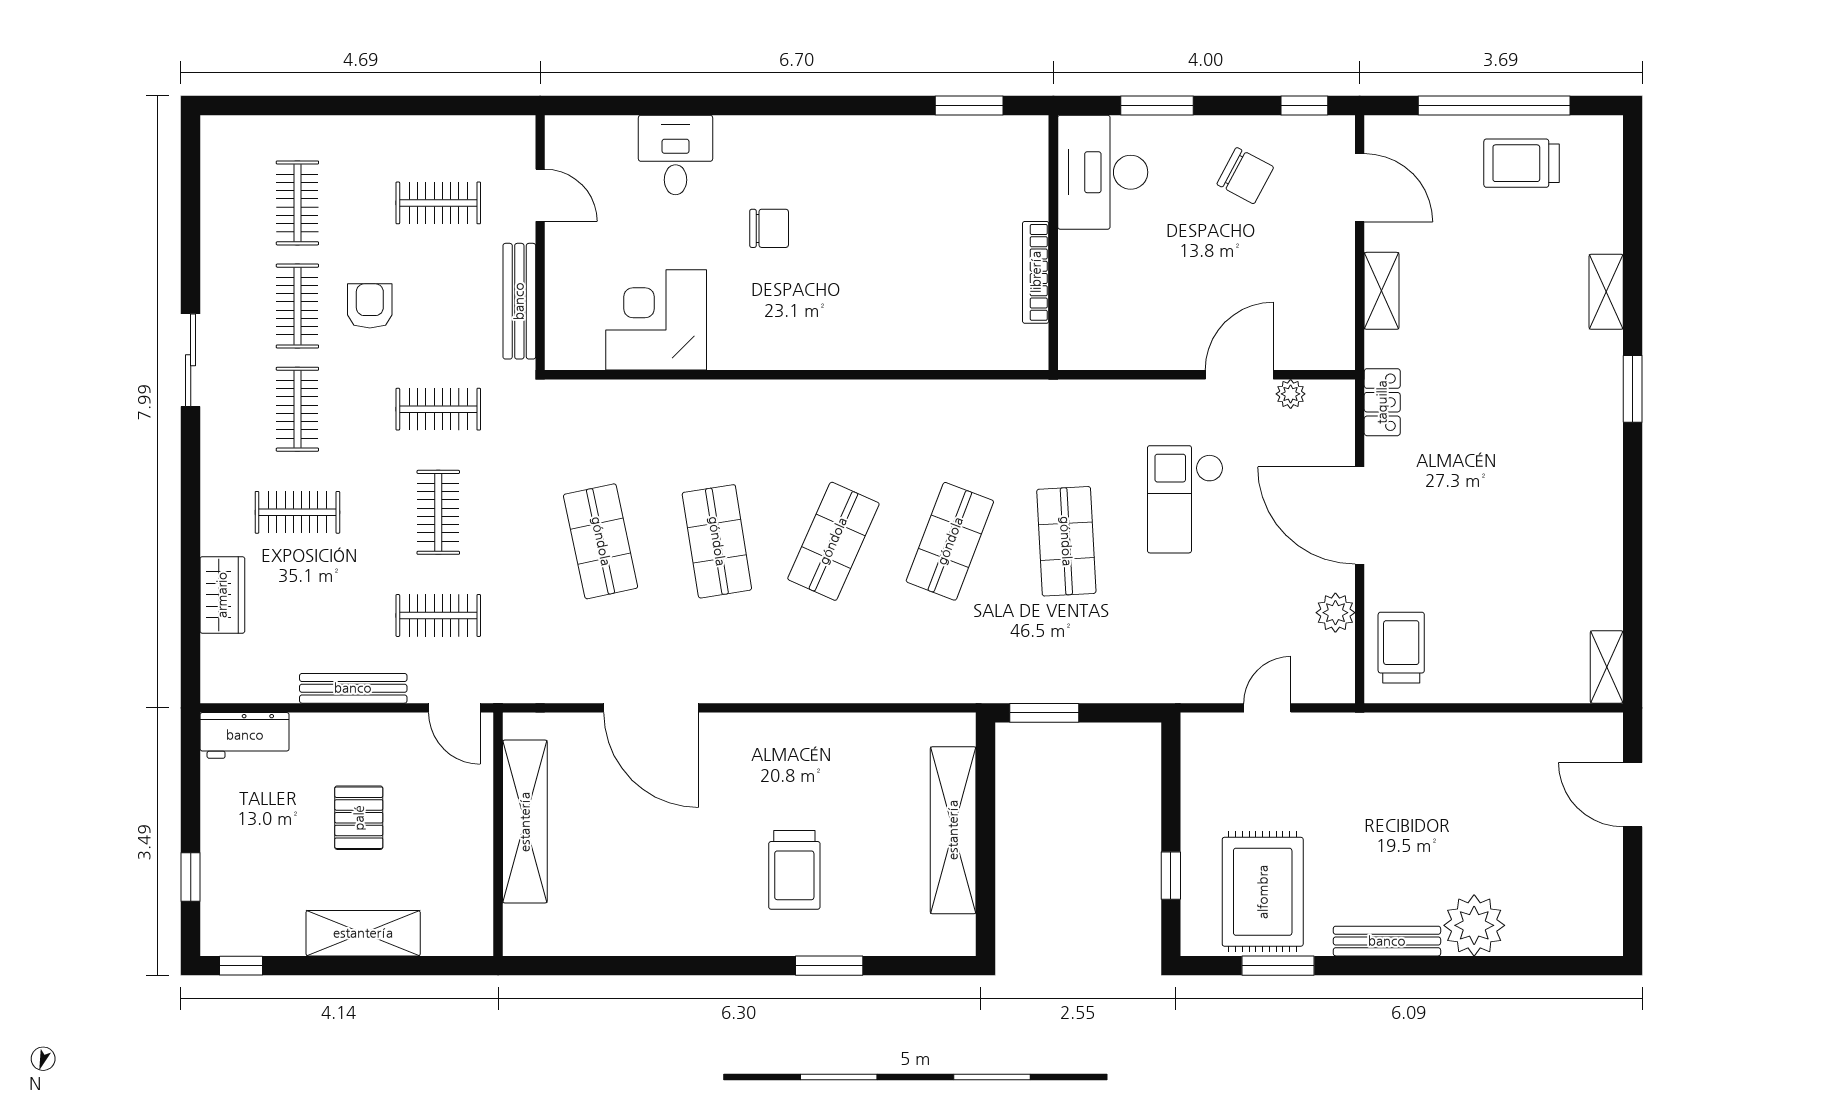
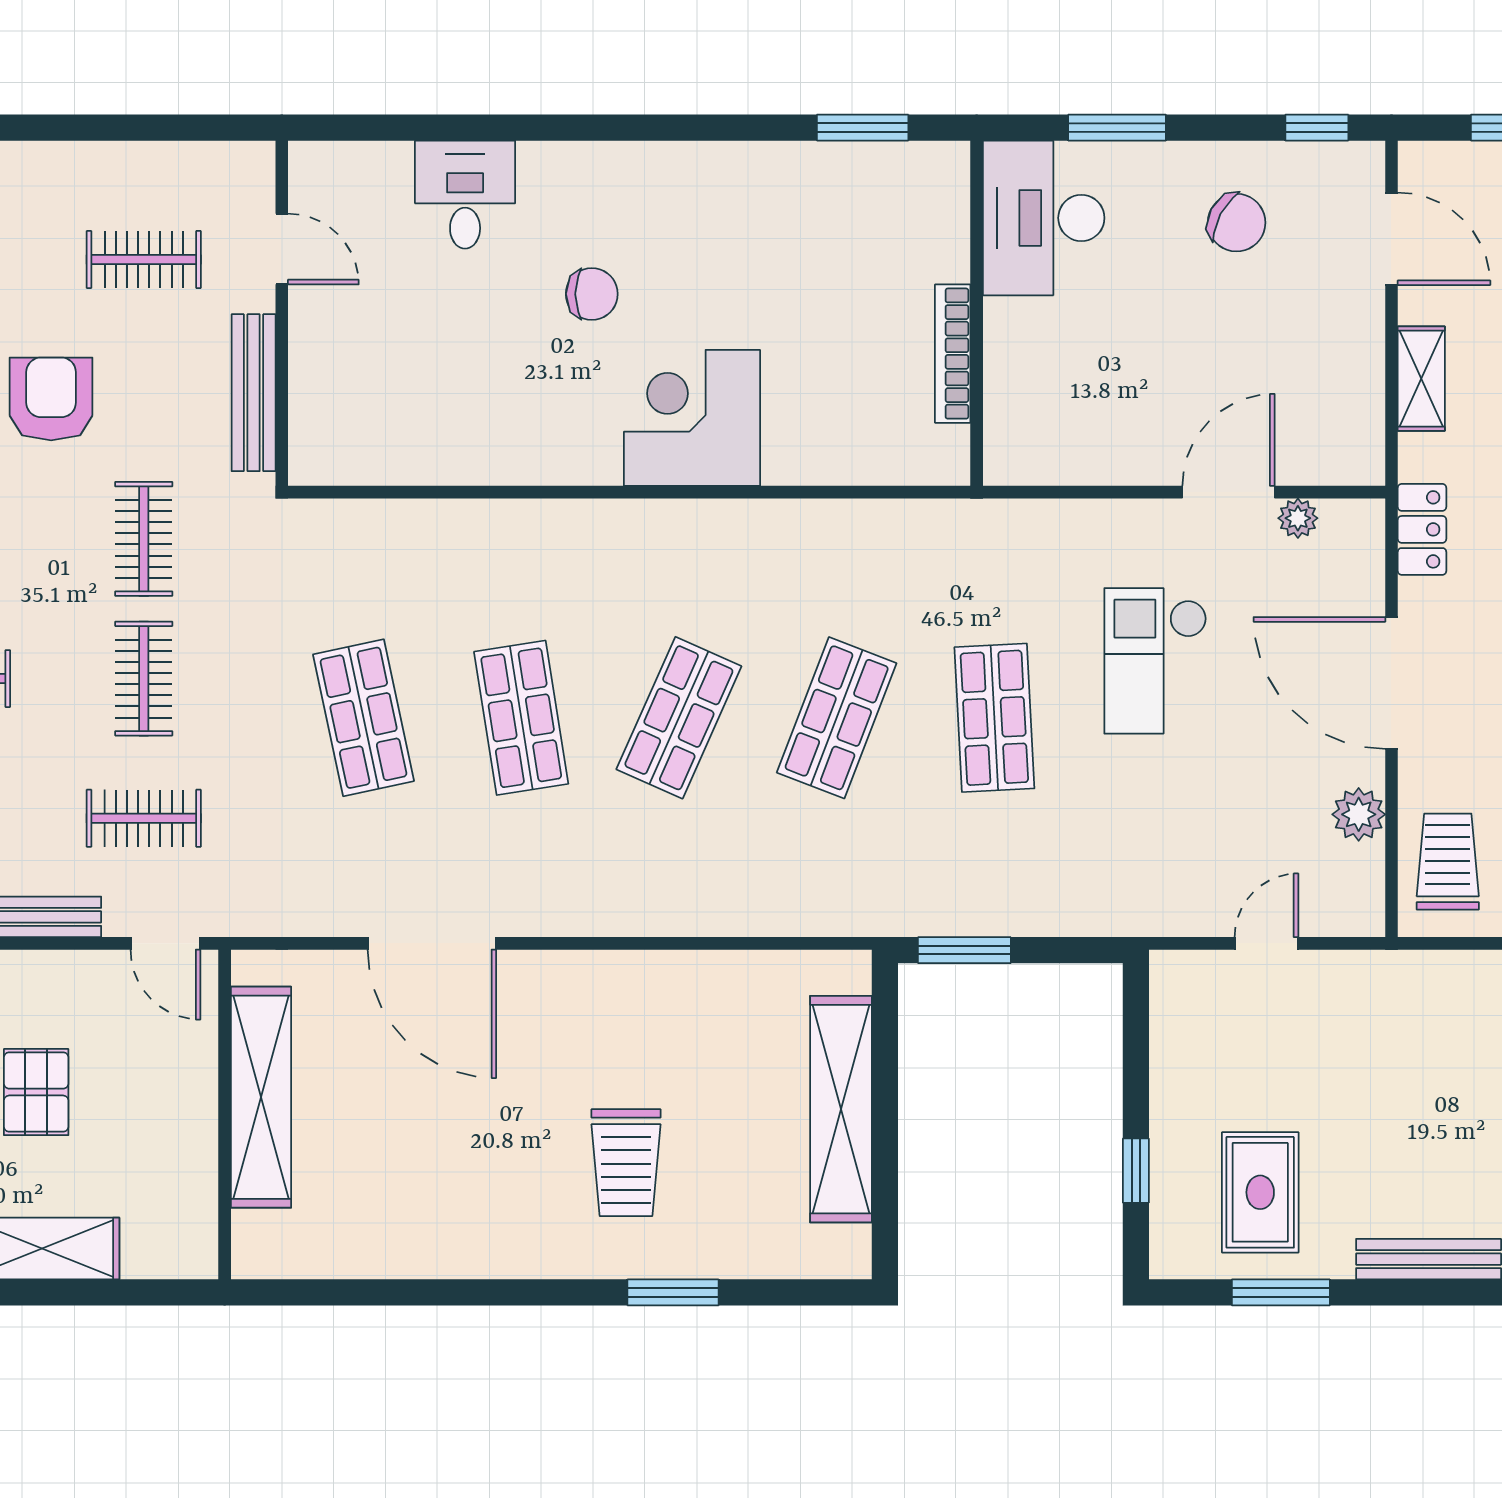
armchair: (370, 306) -> (51, 399), width x1.38, depth x1.38
corner desk: (656, 320) -> (692, 418), moved
clothes rail: (438, 409) -> (144, 539), turned 90
rug: (1263, 892) -> (1260, 1192), width x0.73, depth x0.70

